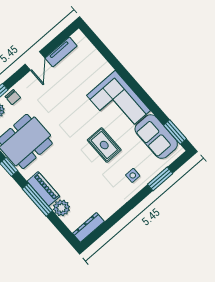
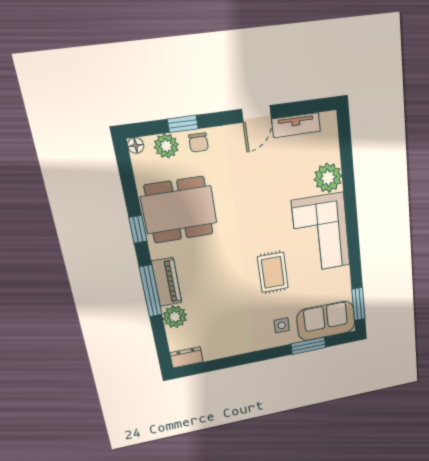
plant: (100, 68) -> (328, 178), added
sofa: (156, 137) -> (326, 321), moved, turned 90
dresser: (88, 227) -> (187, 357), width x0.70

